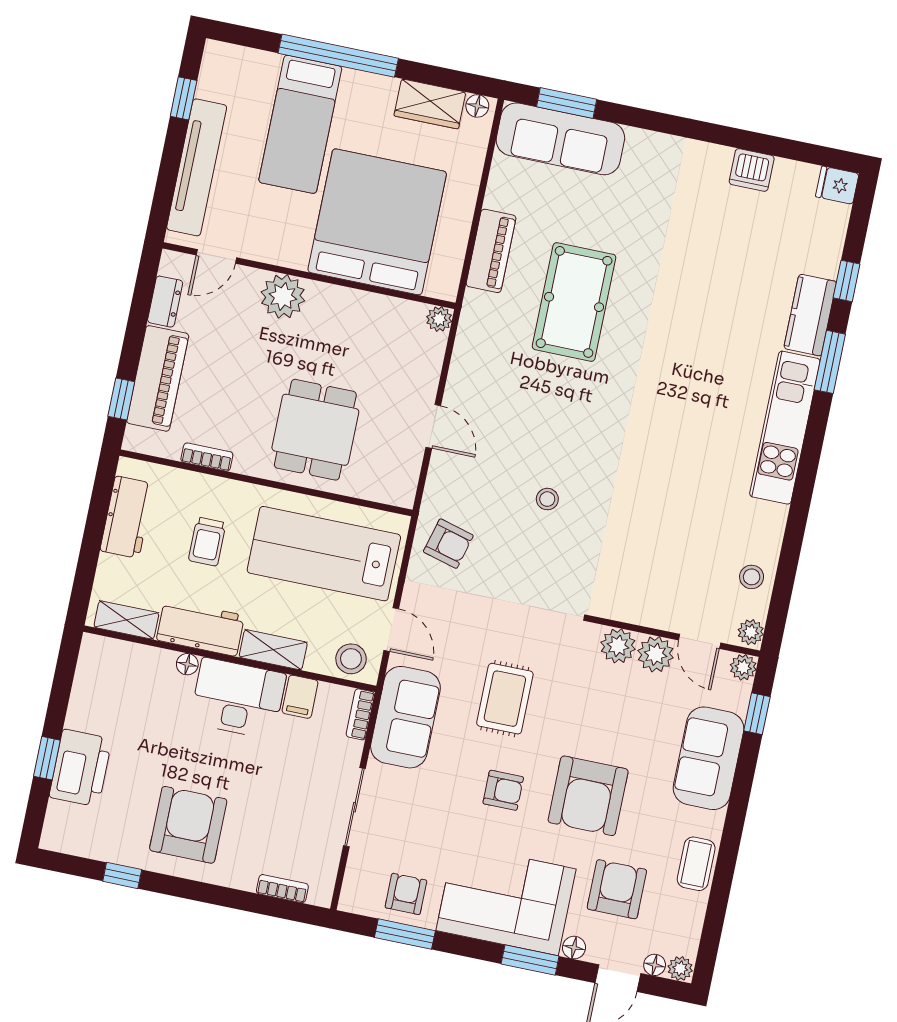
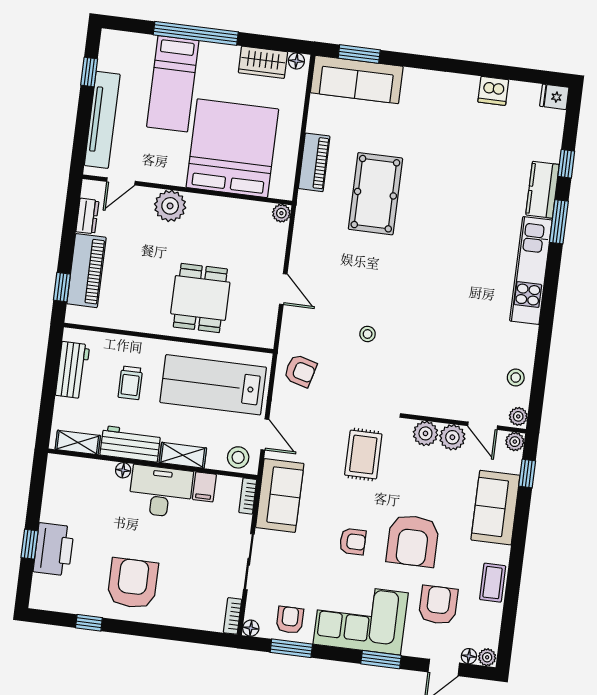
bookcase: (207, 457) -> (125, 323), removed
rug: (505, 699) -> (363, 455), moved
bookcase: (282, 889) -> (233, 616), moved, turned -90
floor lamp: (574, 948) -> (251, 628), moved

